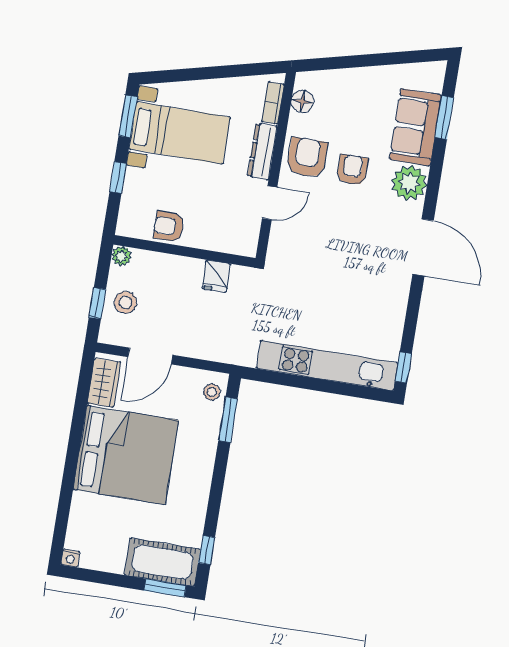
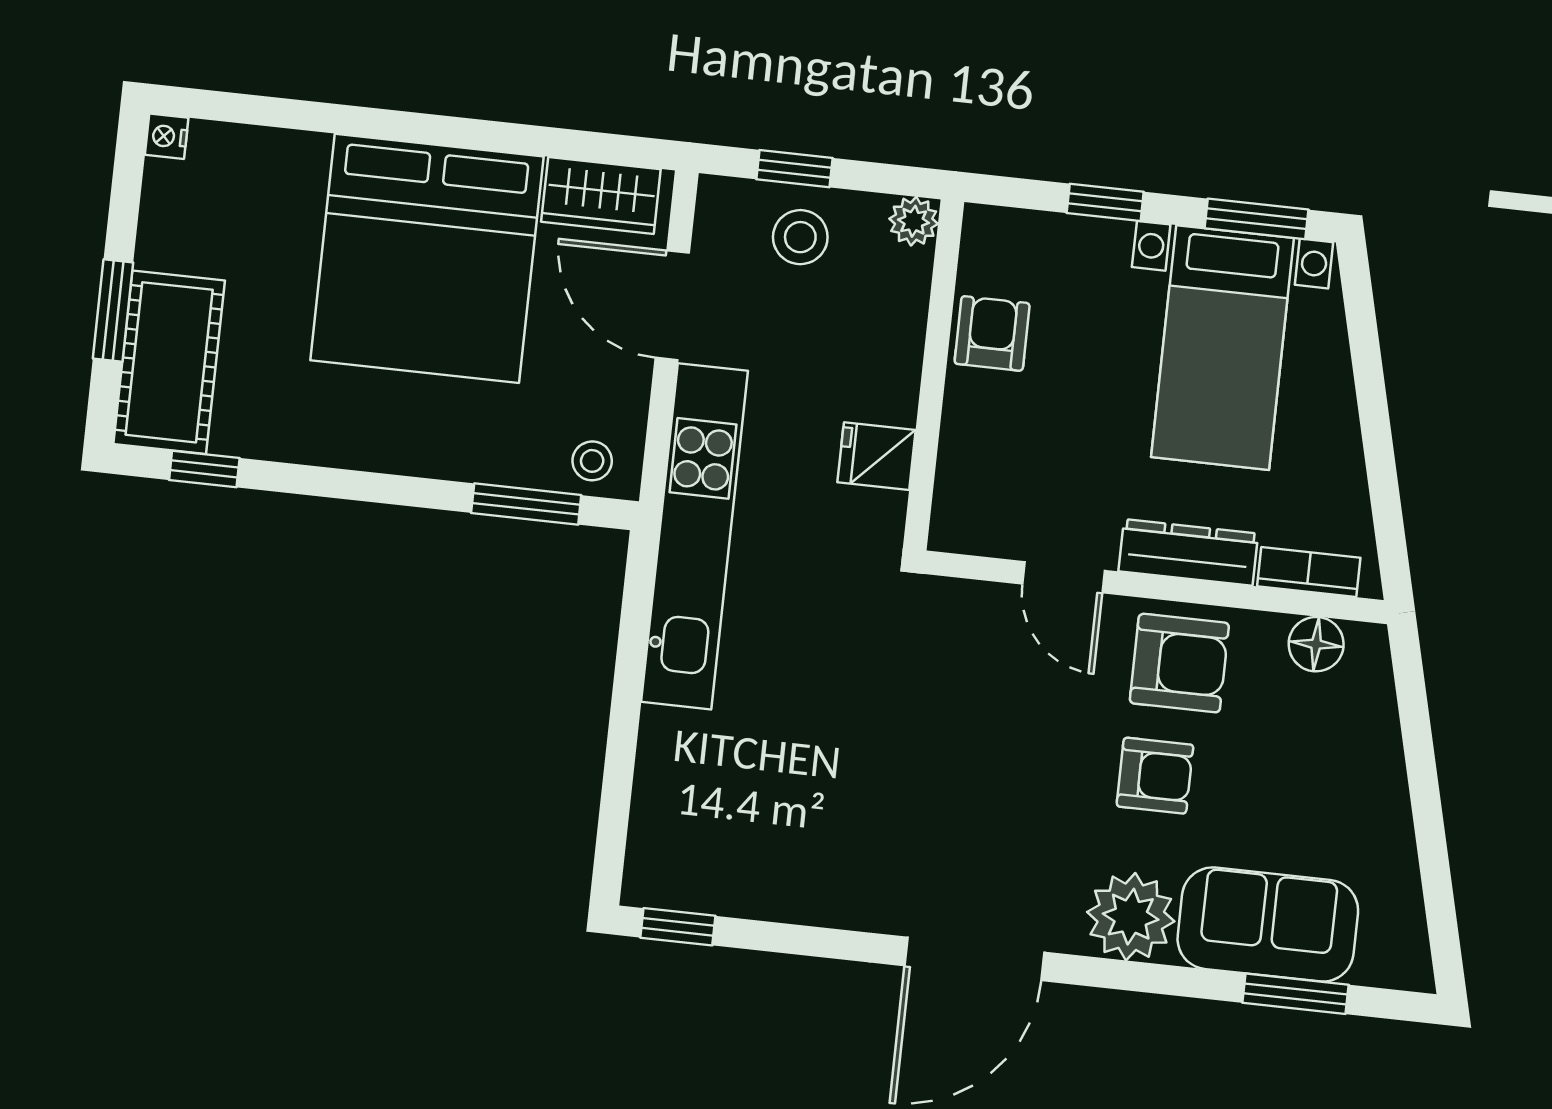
kitchen unit: (327, 366) -> (695, 536), moved
window: (165, 588) -> (113, 311), moved

